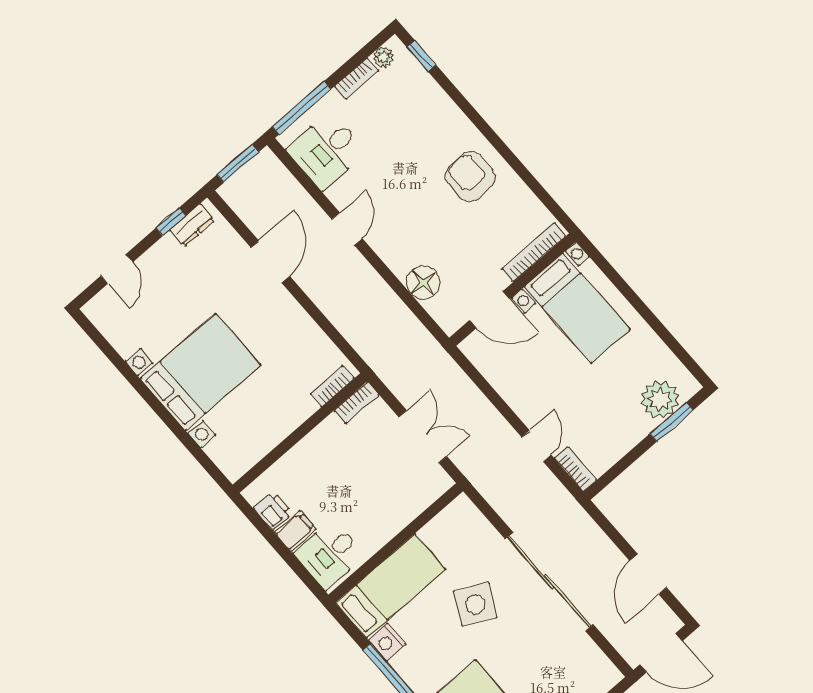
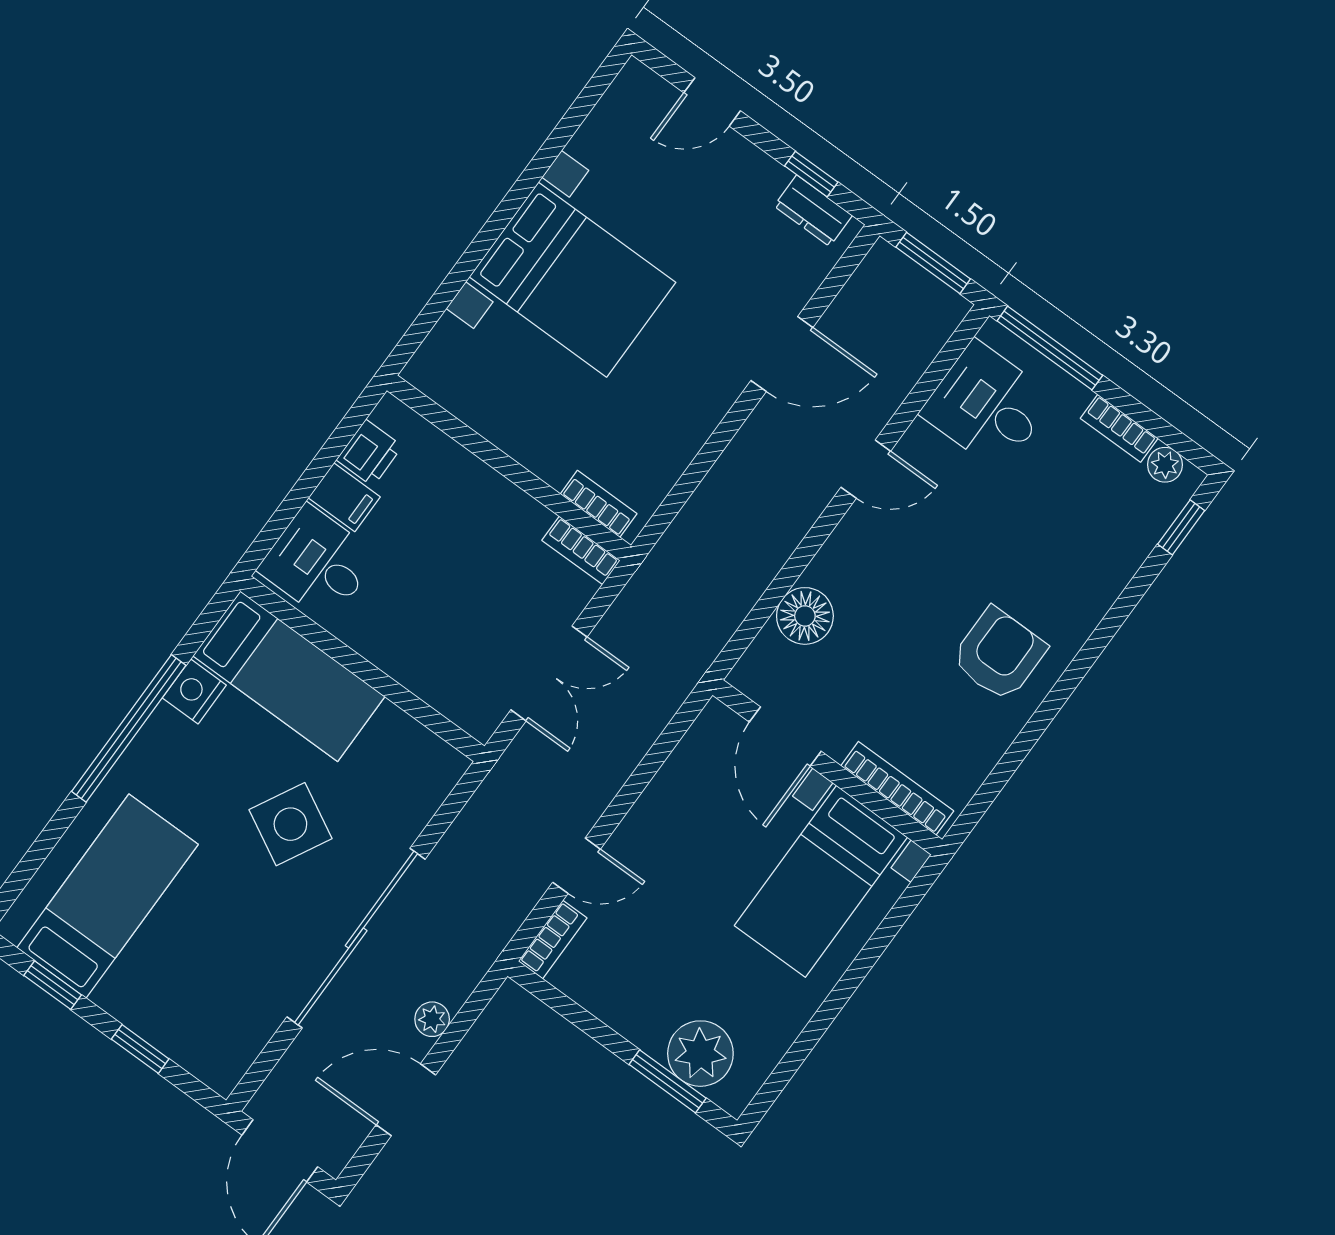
plant: (605, 549) -> (432, 1019), added

